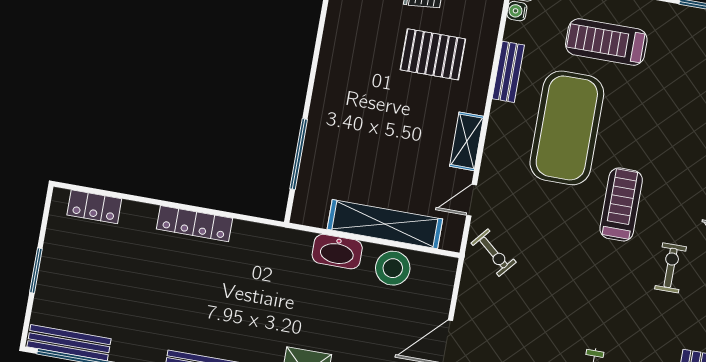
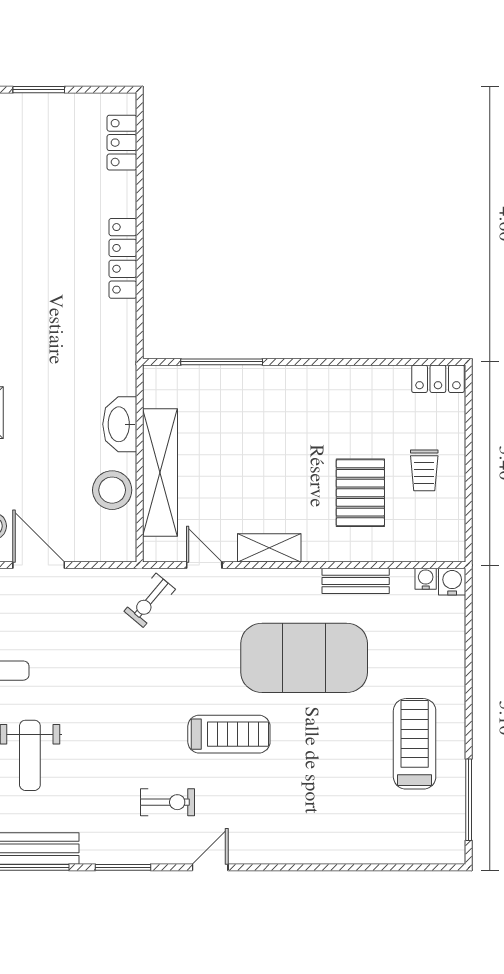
treadmill: (606, 42) -> (415, 744), moved

